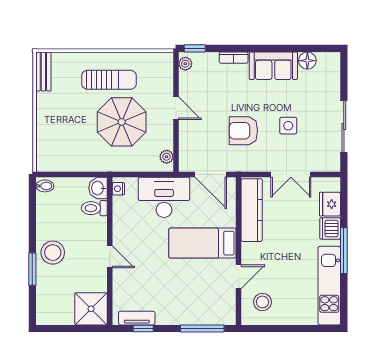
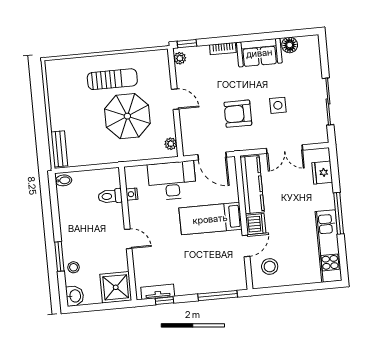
bench: (43, 72) -> (59, 149), moved
washbasin: (98, 188) -> (75, 296), moved, turned 180
nightstand: (118, 189) -> (132, 194), moved
dishwasher: (330, 229) -> (256, 224), moved, turned 180
stool: (53, 253) -> (74, 267), moved, width x0.53, depth x0.53

